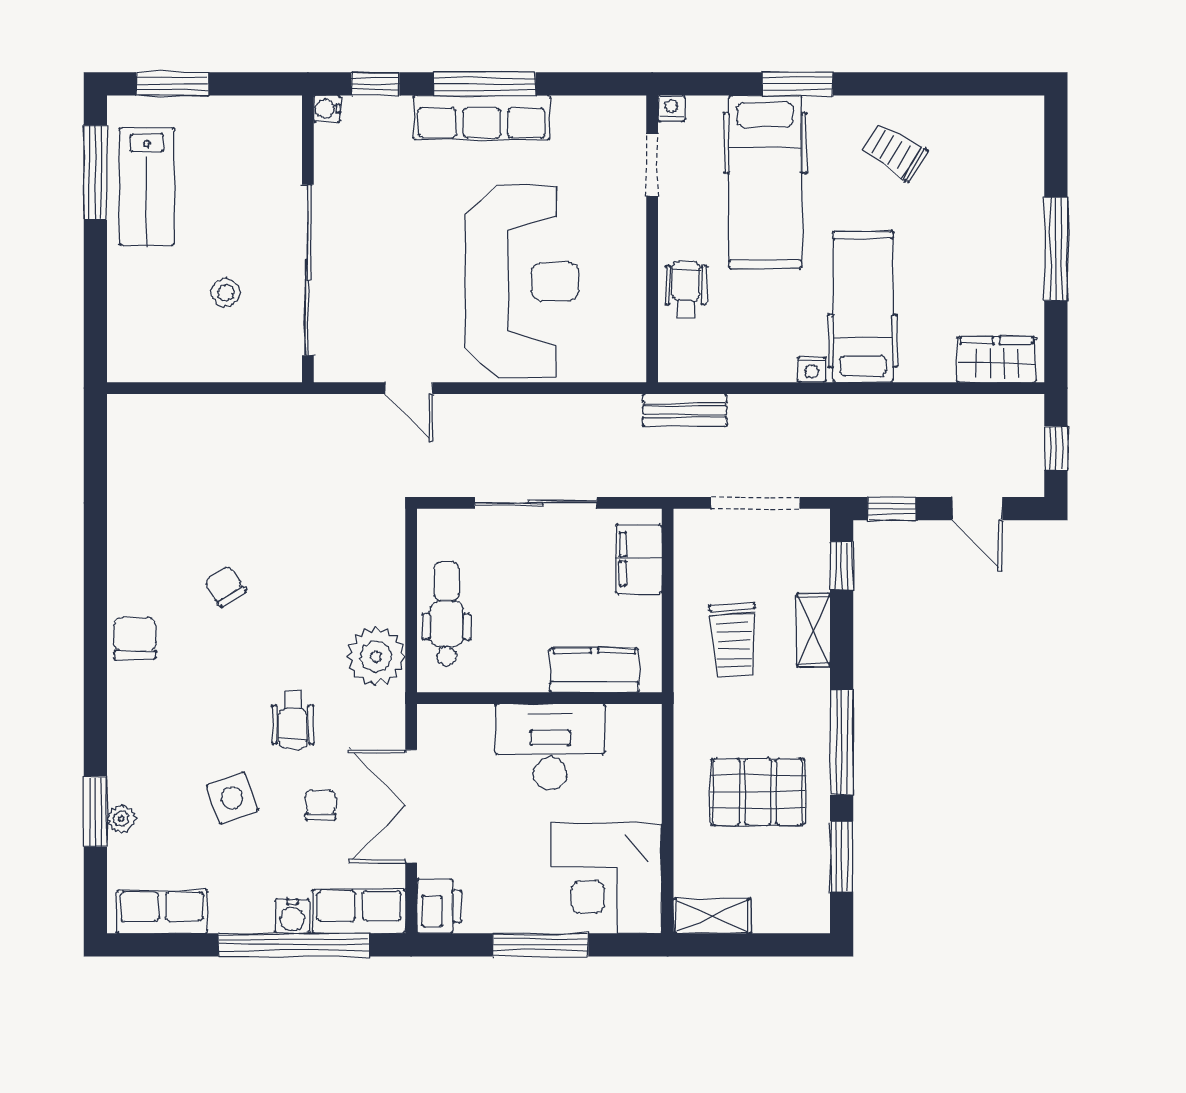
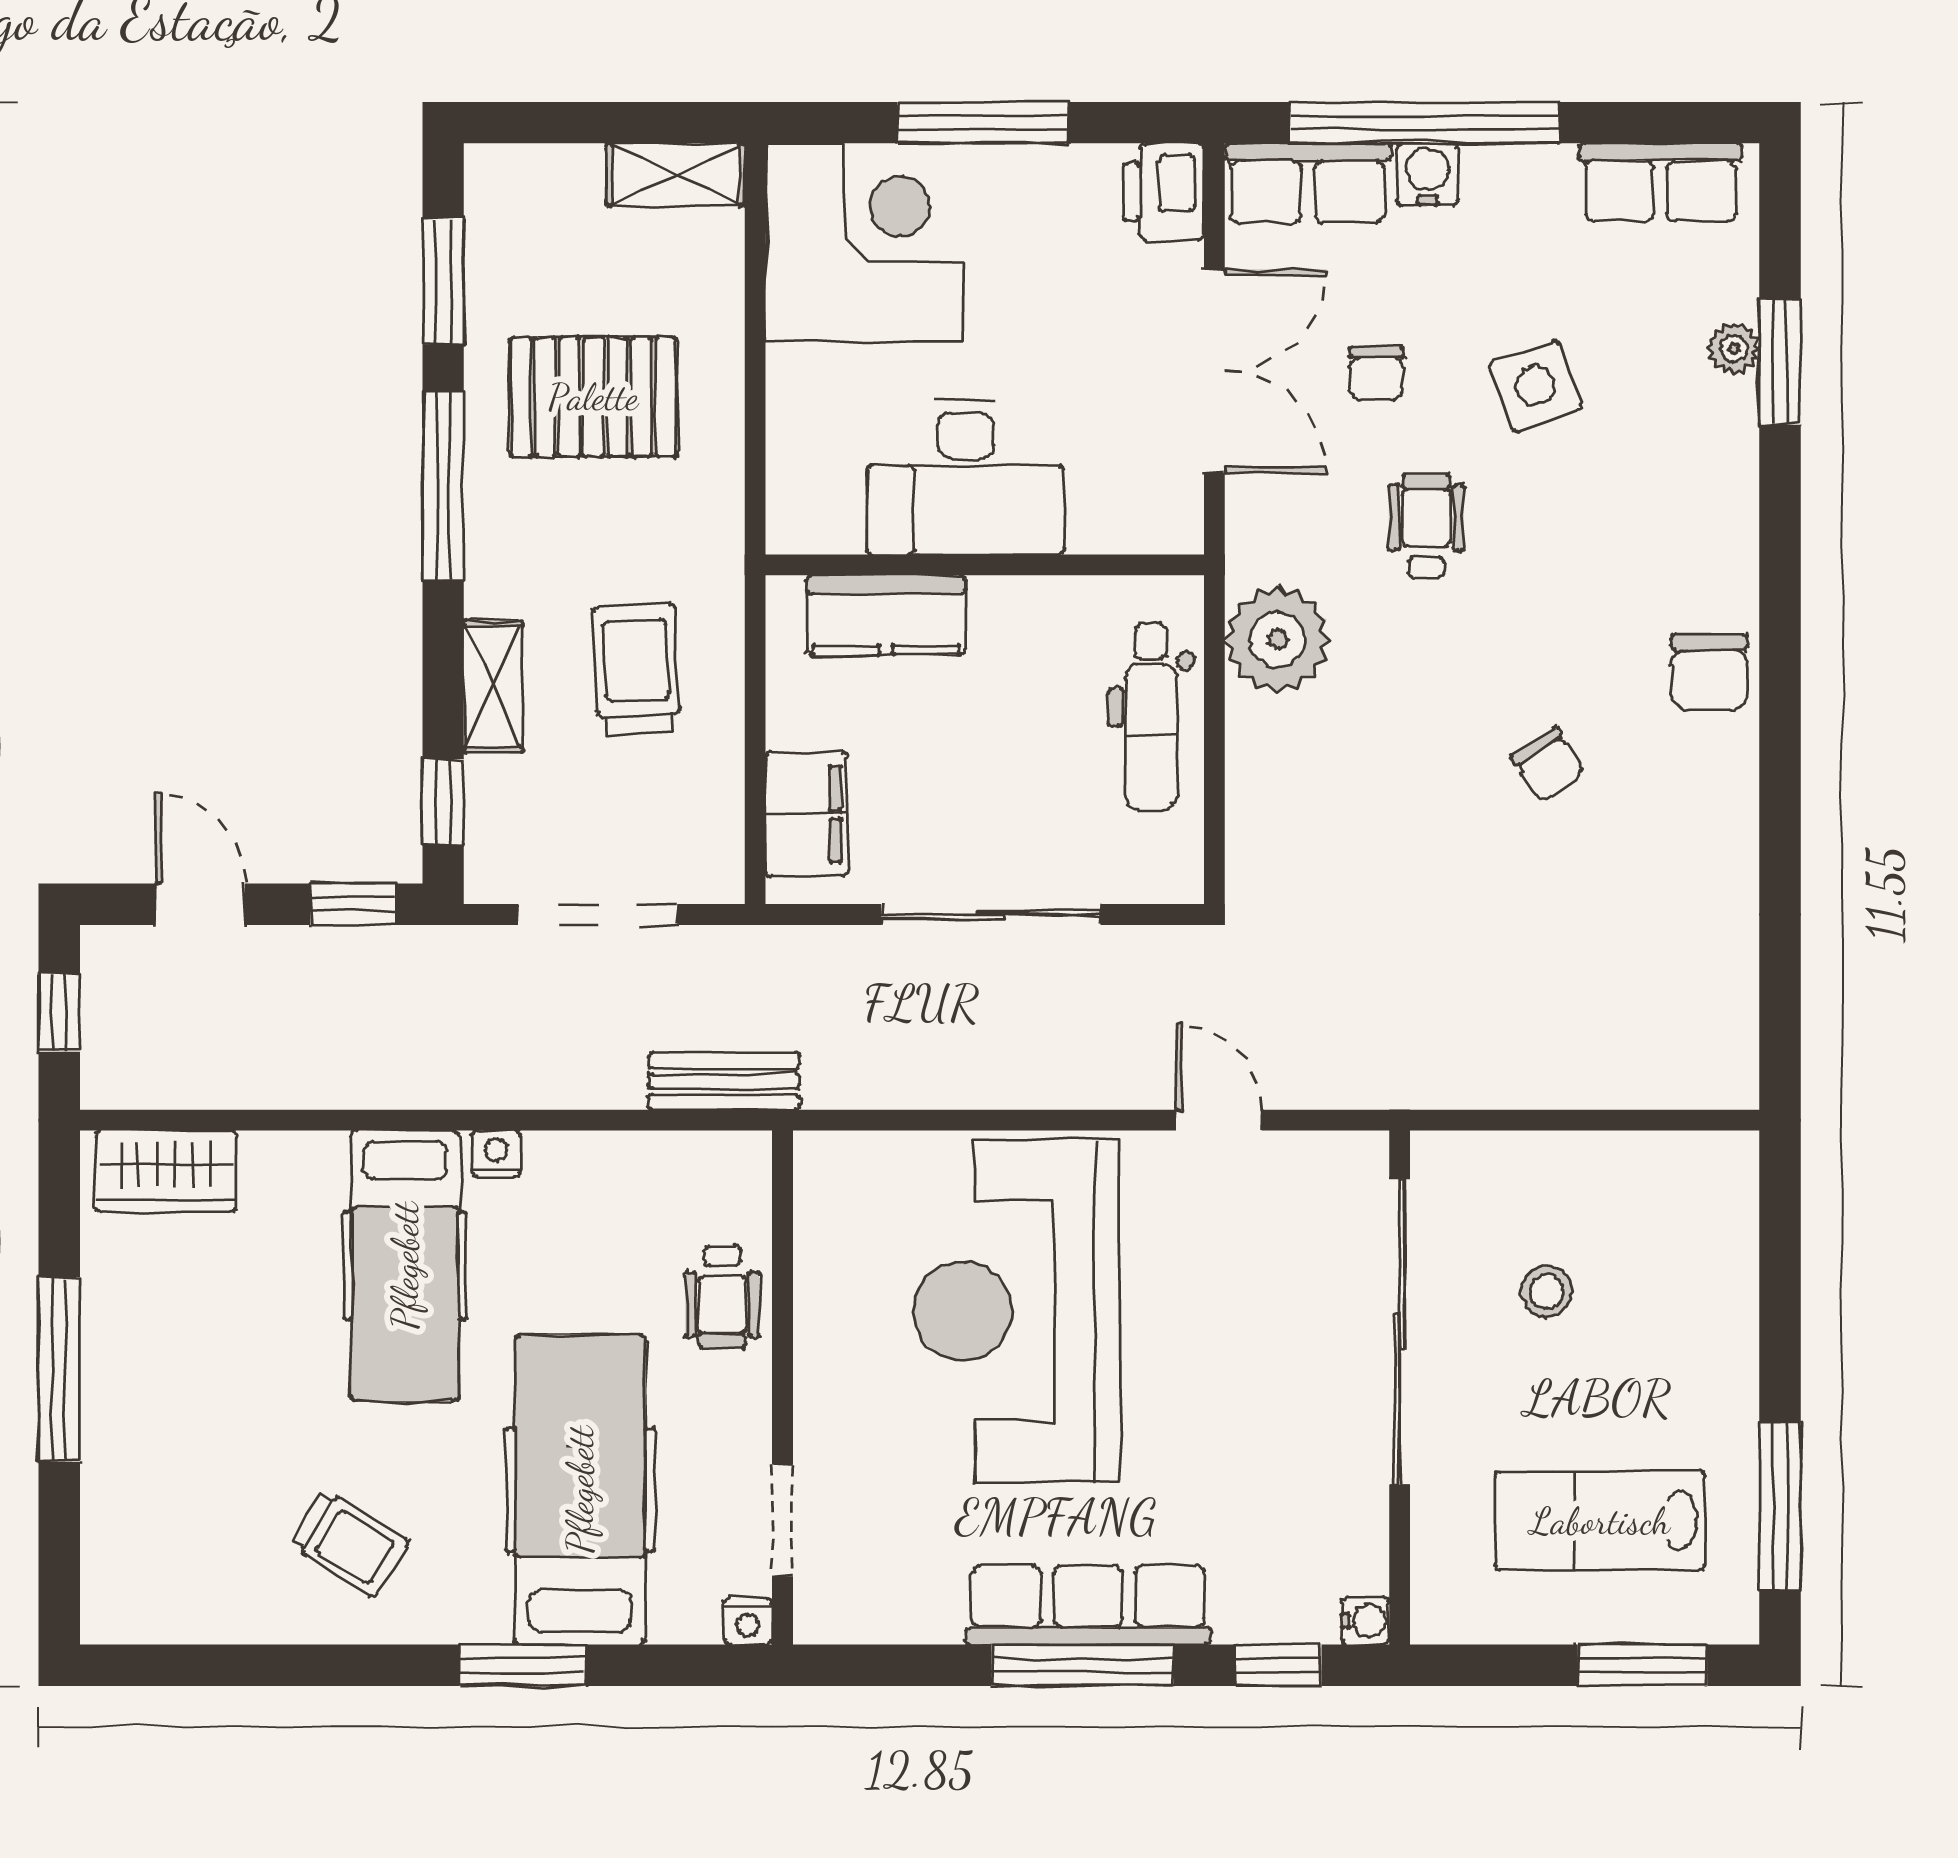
lab bench: (147, 187) -> (1600, 1521), moved, turned -90

